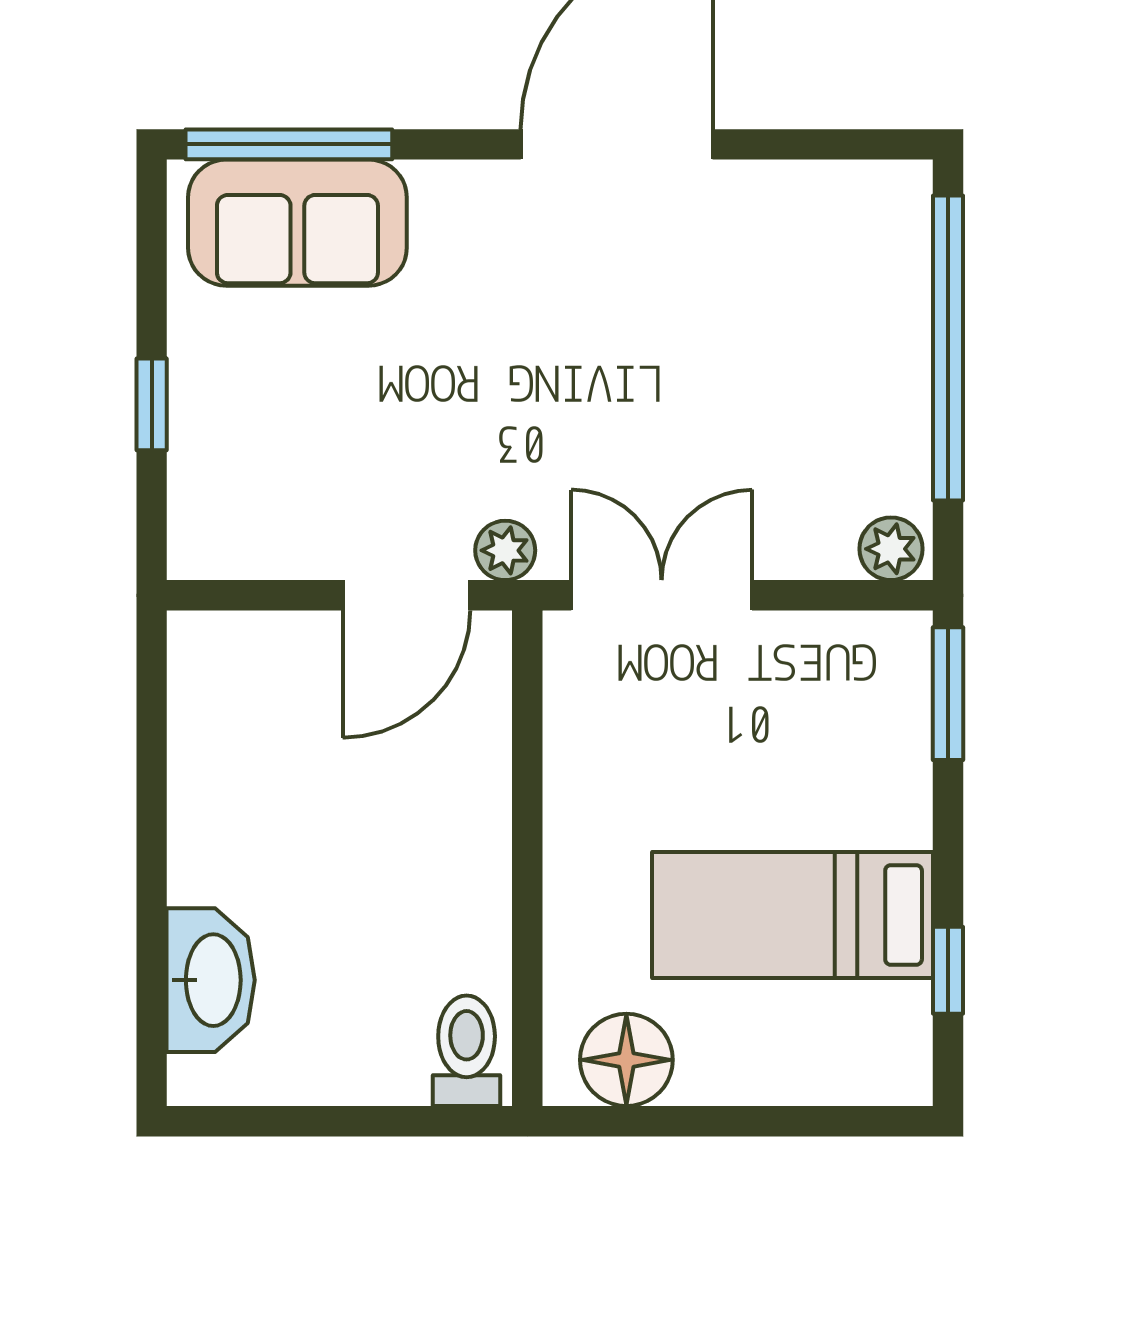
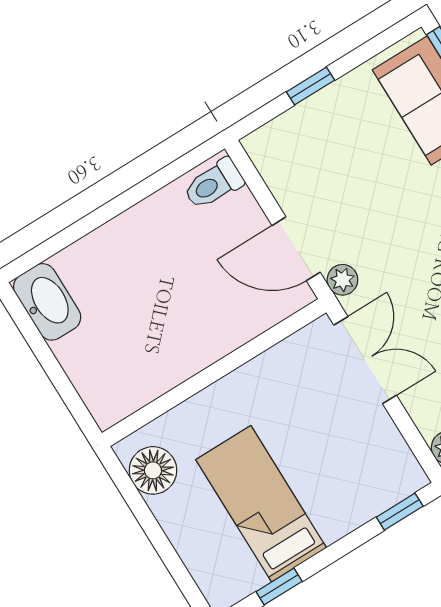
window: (948, 694) -> (400, 512), width x0.67
washbasin: (211, 980) -> (47, 302), moved, turned -90
toilet: (467, 1051) -> (213, 184), moved, turned 180

